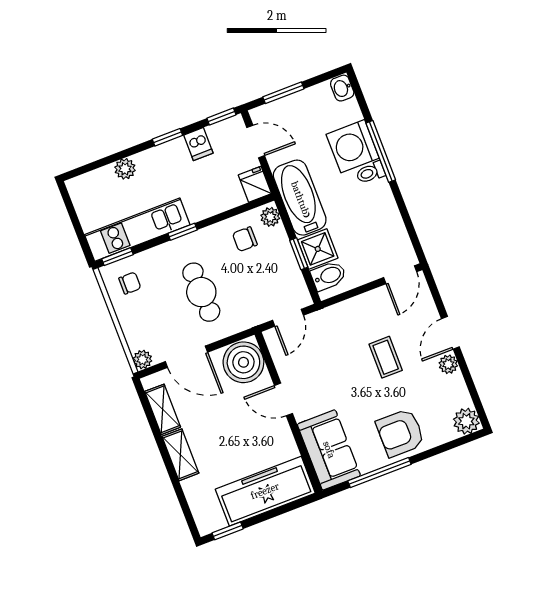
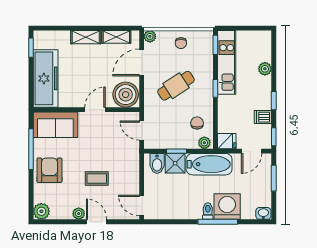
chair: (130, 283) -> (181, 43), moved
cafe table: (201, 292) -> (176, 86), turned -31

